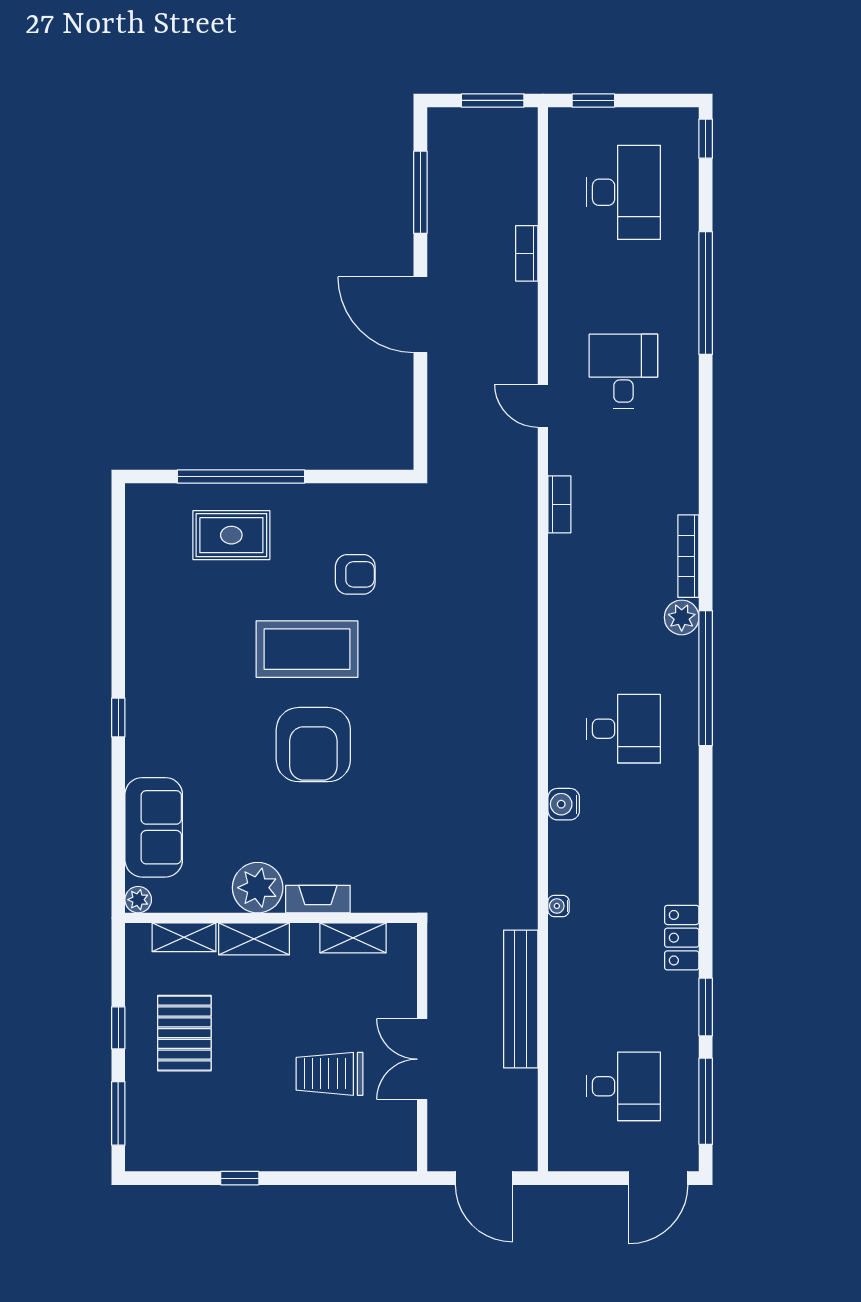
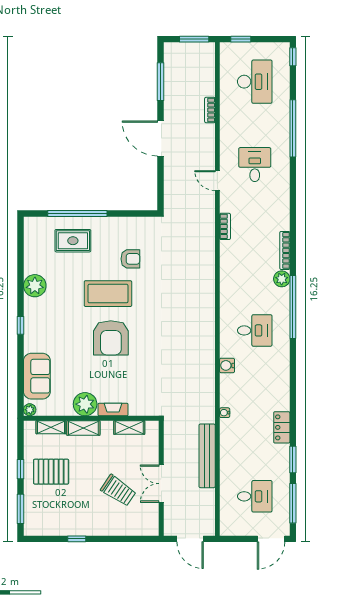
plant: (149, 632) -> (35, 286), added
pallet: (184, 1033) -> (51, 472), turned 90
trolley: (329, 1074) -> (118, 491), turned -146

